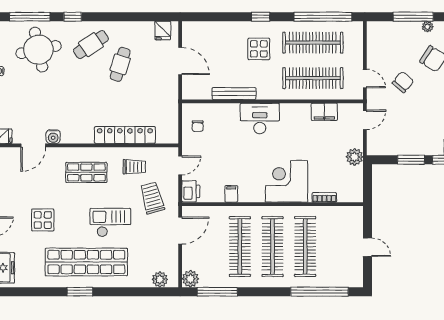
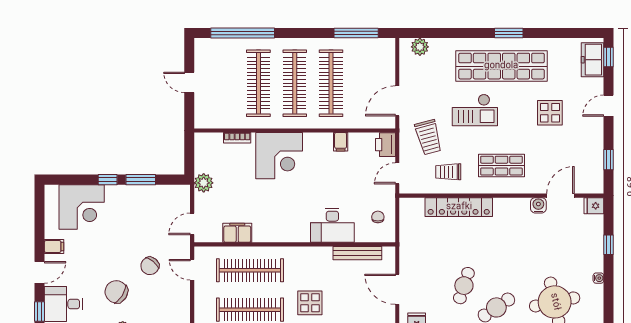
bench: (234, 94) -> (357, 253), moved
desk: (260, 119) -> (332, 225), moved
plant: (190, 279) -> (386, 47), removed

